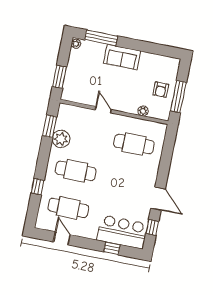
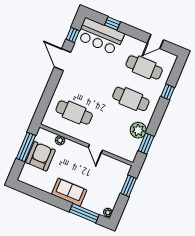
armchair: (161, 90) -> (40, 156), width x1.88, depth x1.88
door: (62, 238) -> (155, 41), hinge flipped

